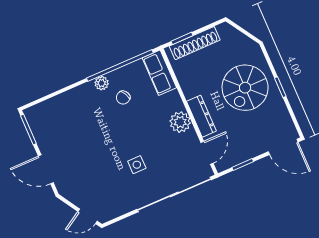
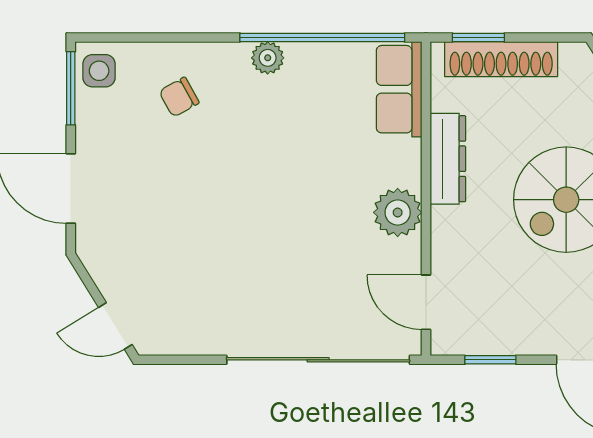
chair: (123, 98) -> (179, 97), moved
dresser: (201, 116) -> (448, 159), moved
door: (207, 153) -> (426, 302), swing flipped
side table: (137, 165) -> (99, 71), moved

